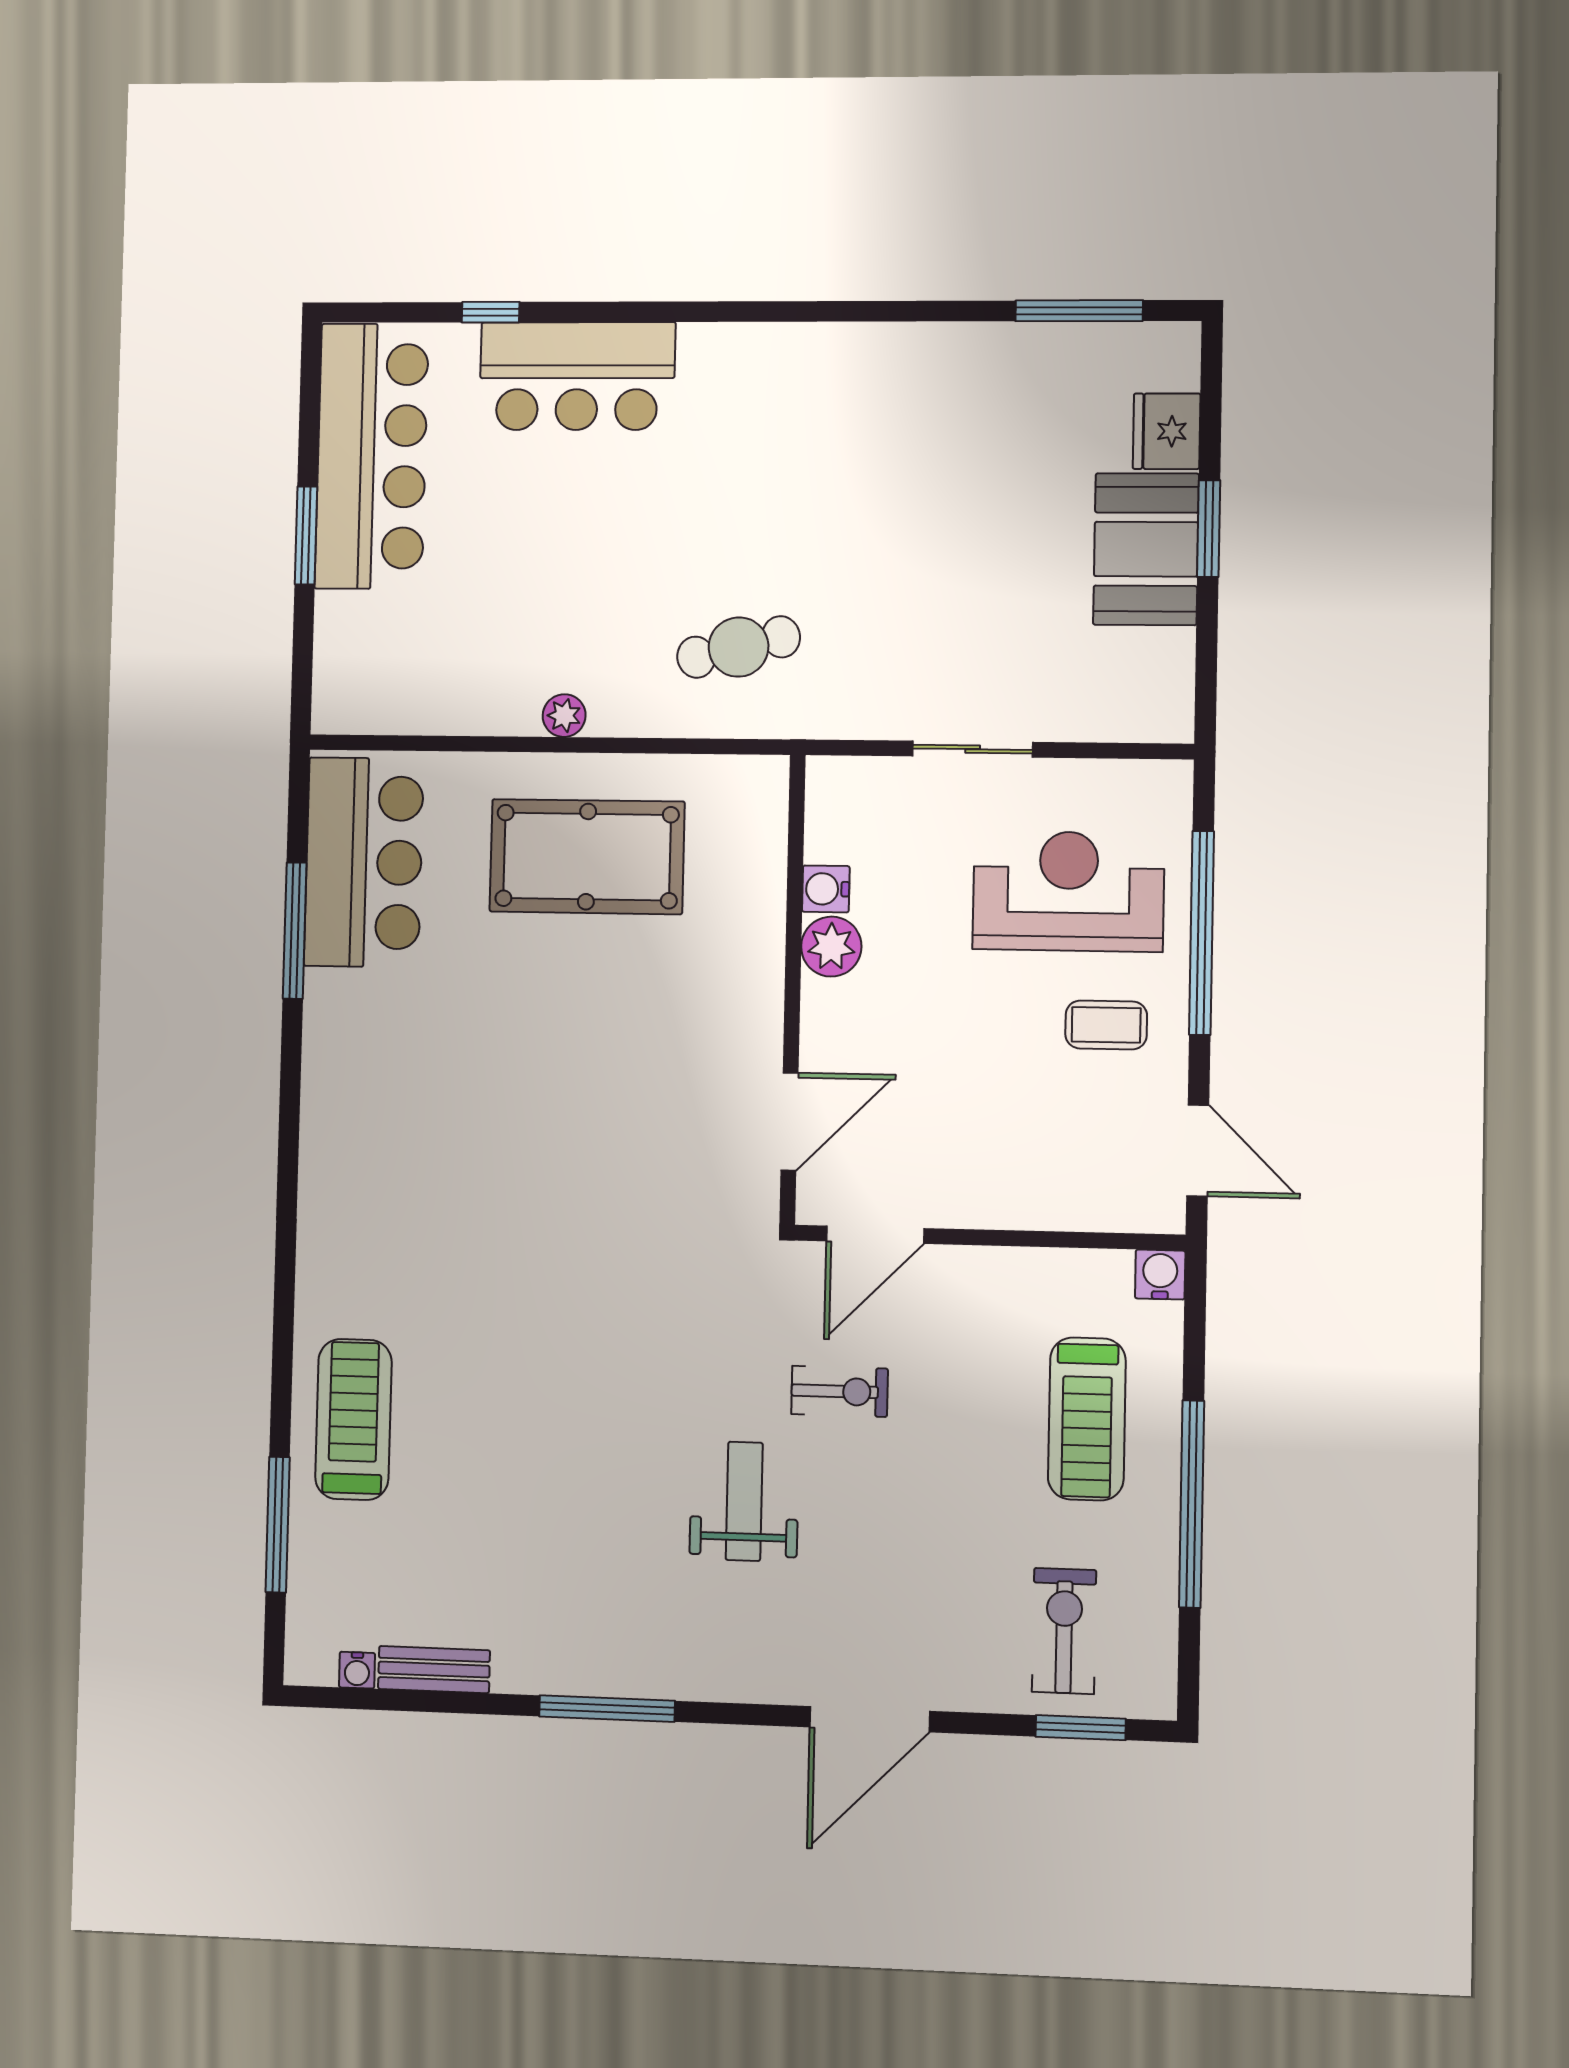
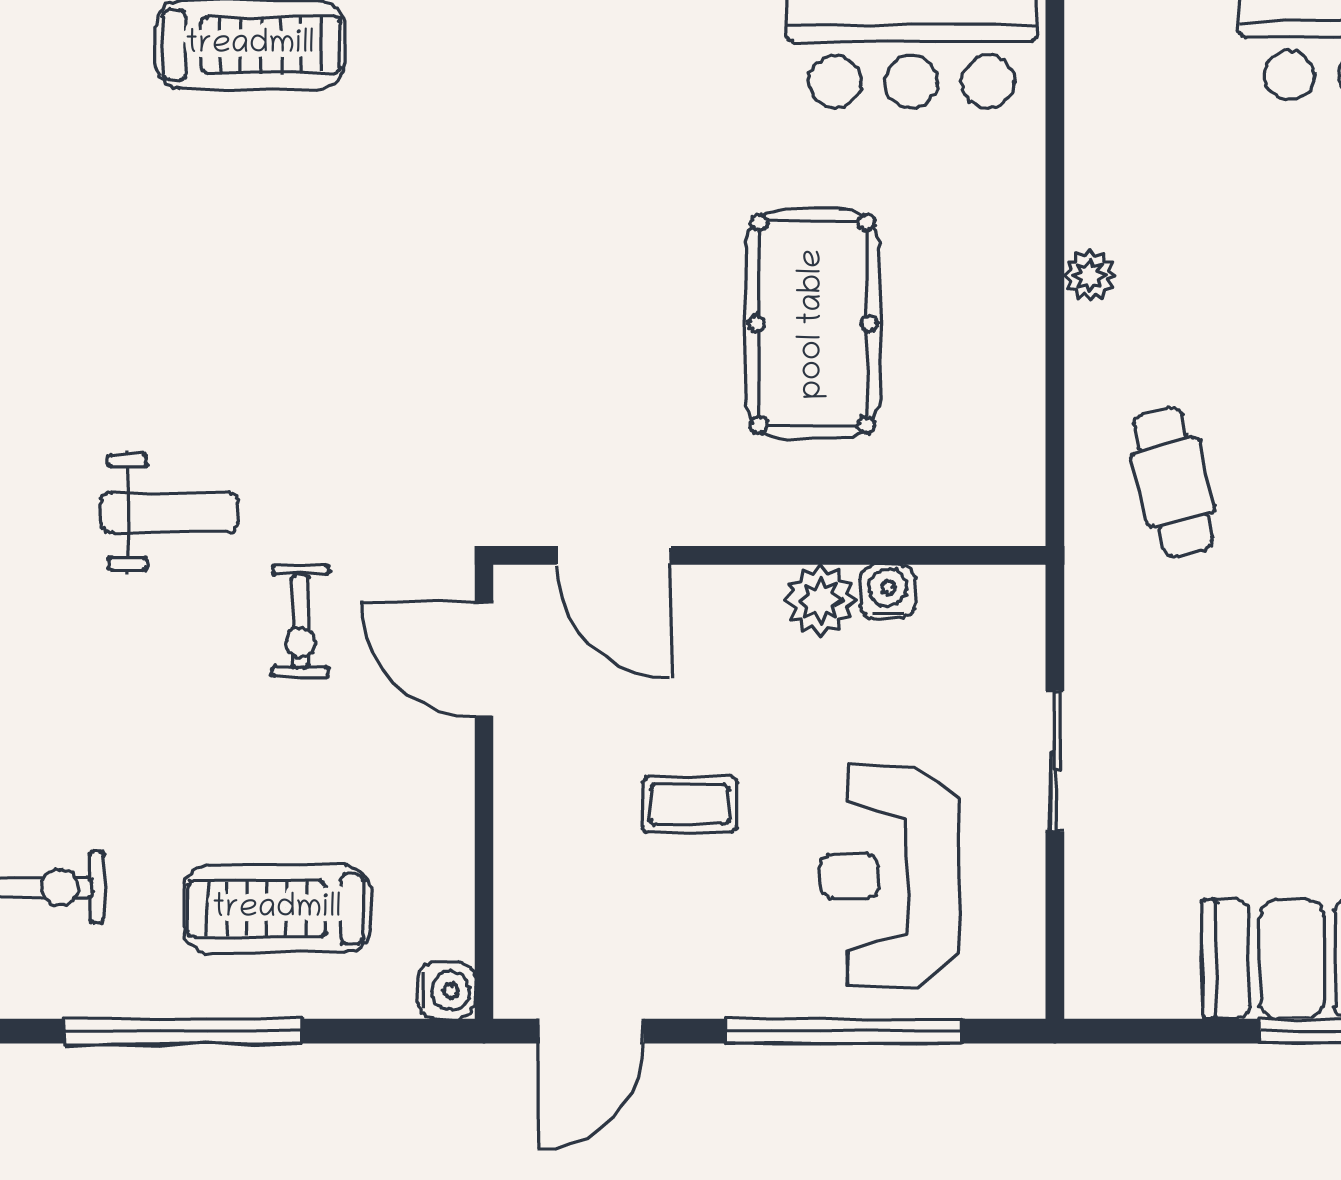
pool table: (587, 857) -> (813, 324), moved
reception desk: (1068, 891) -> (890, 876), turned 180
coffee table: (1106, 1025) -> (689, 804), moved, turned 90

